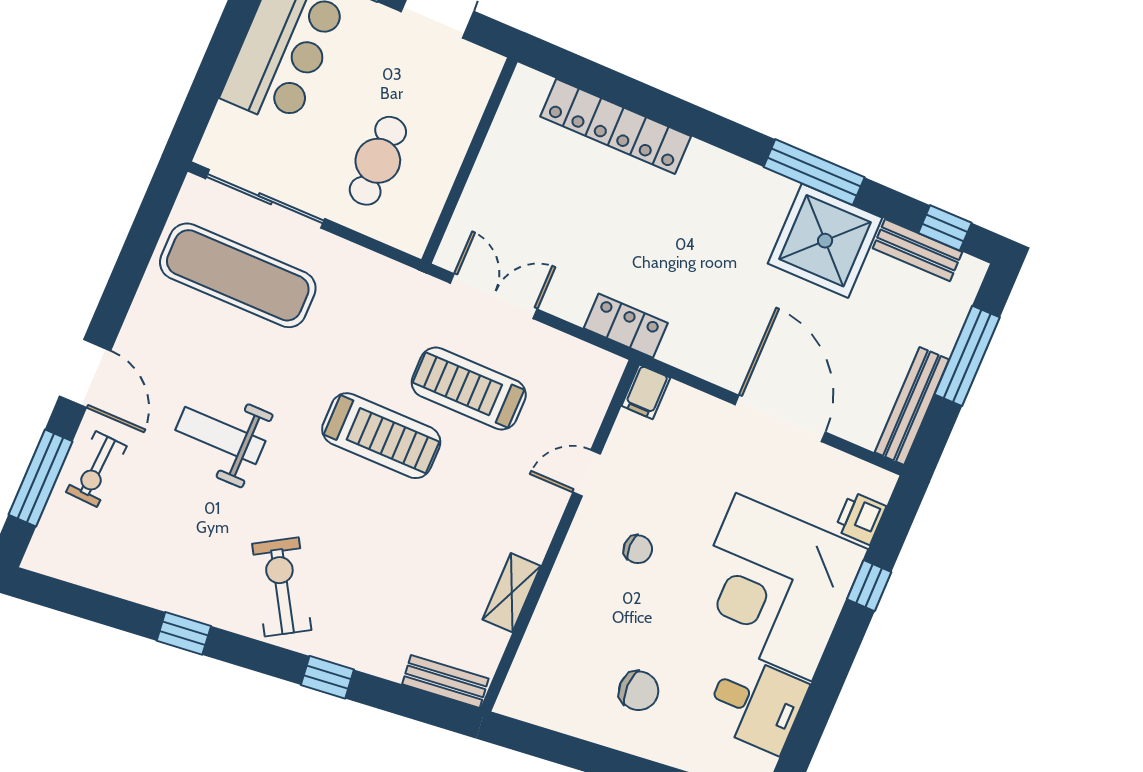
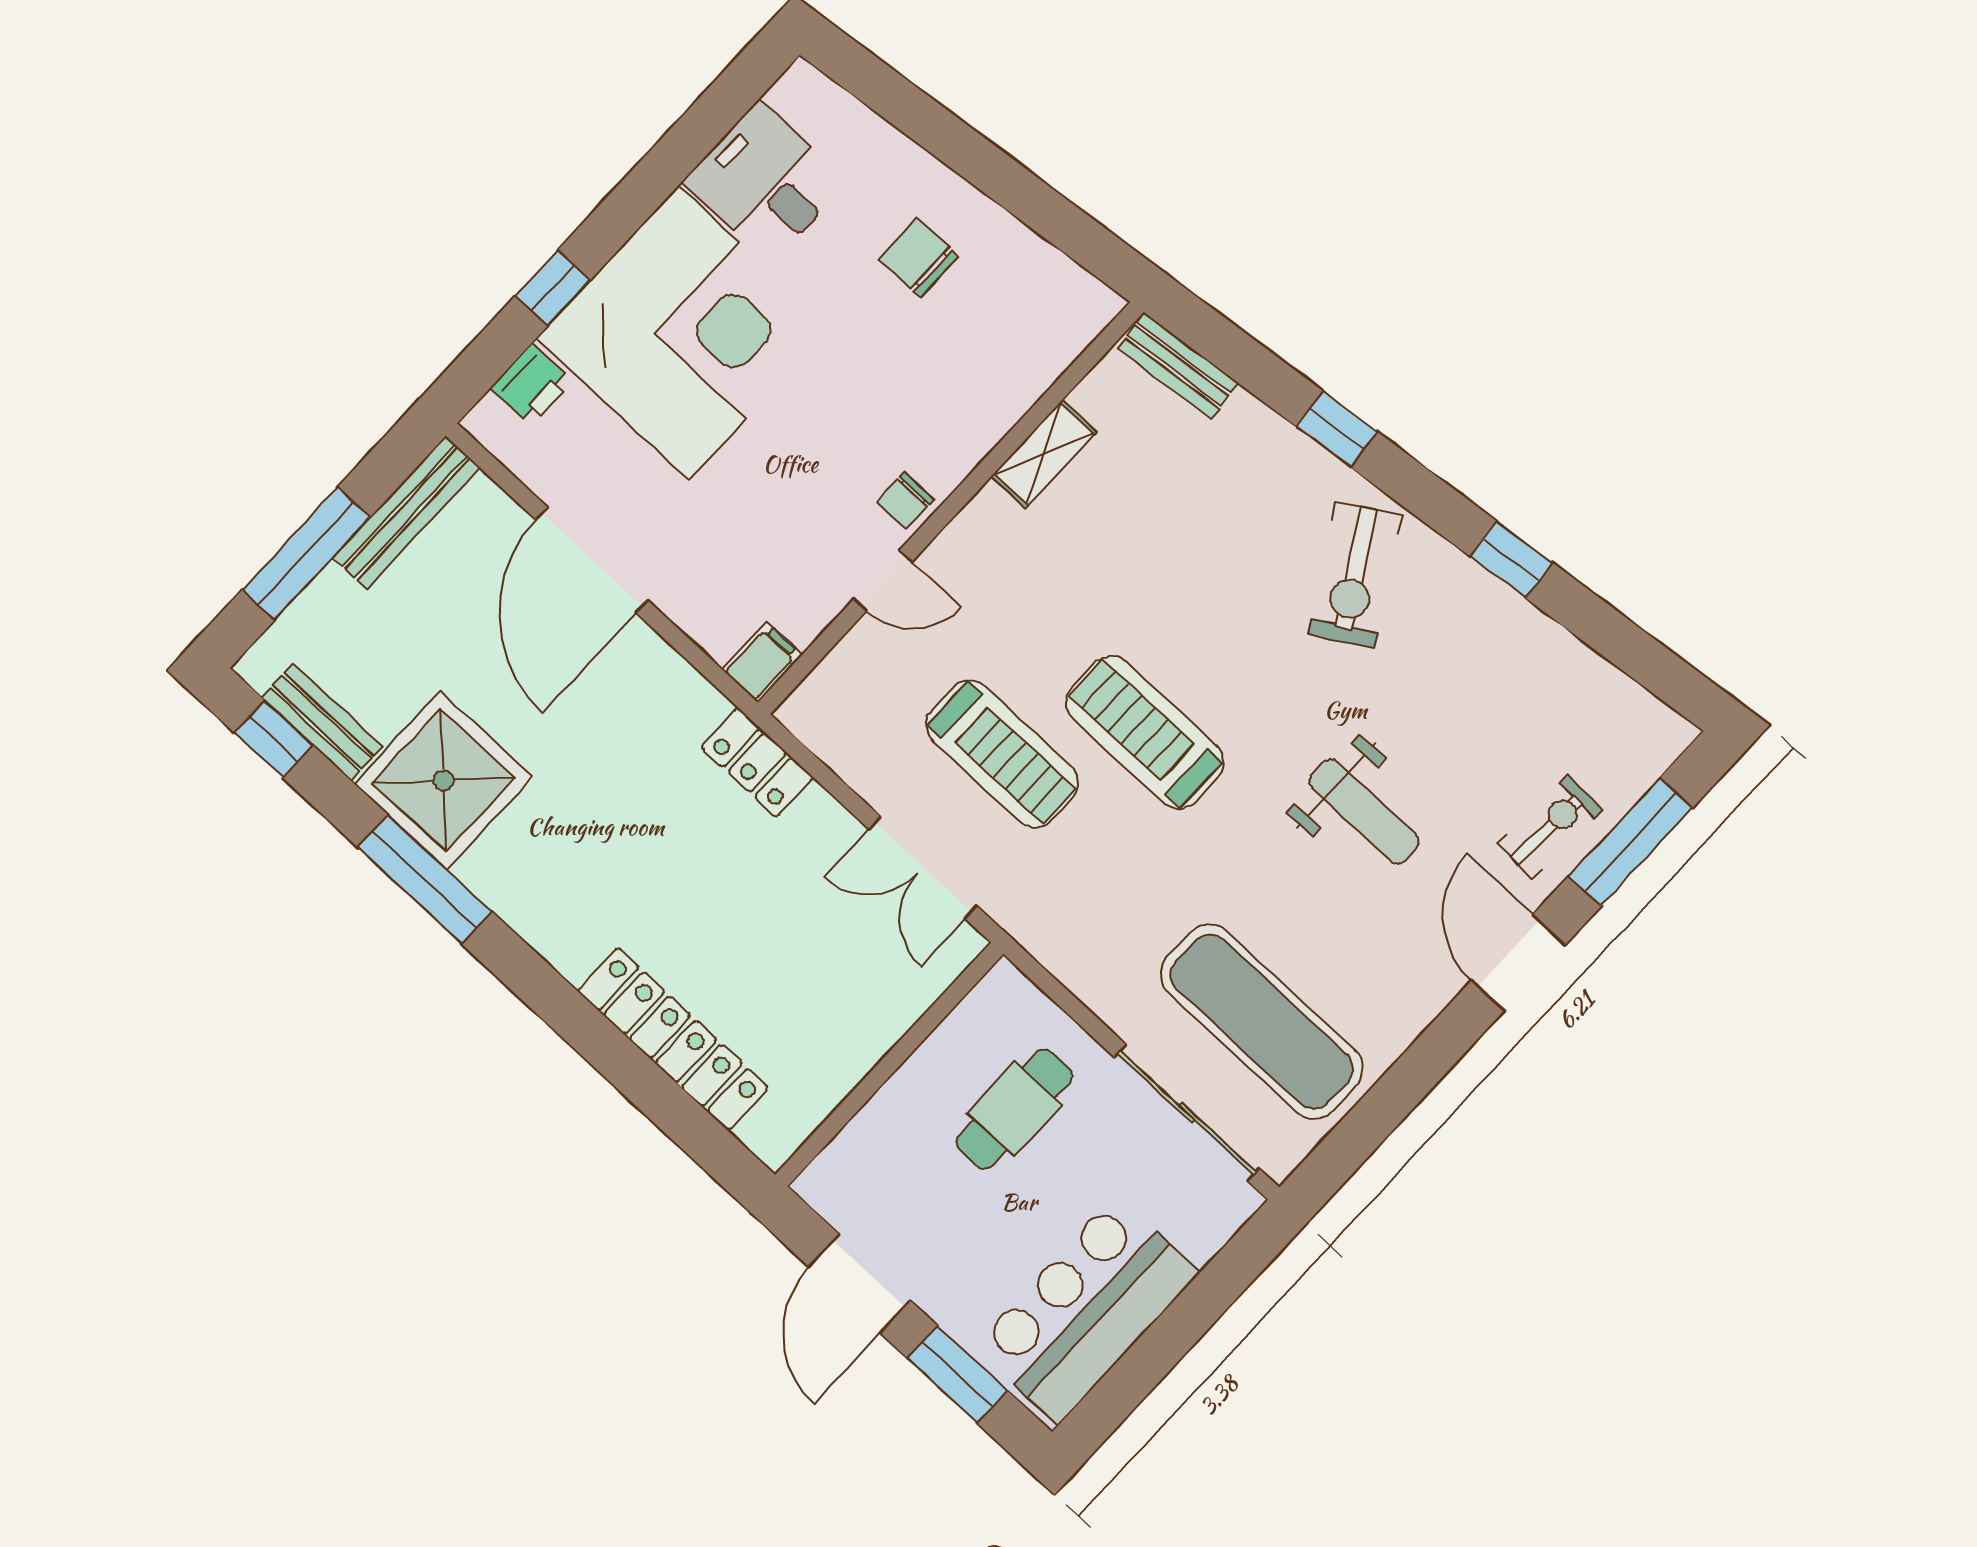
chair: (638, 549) -> (905, 501), moved, turned -90

